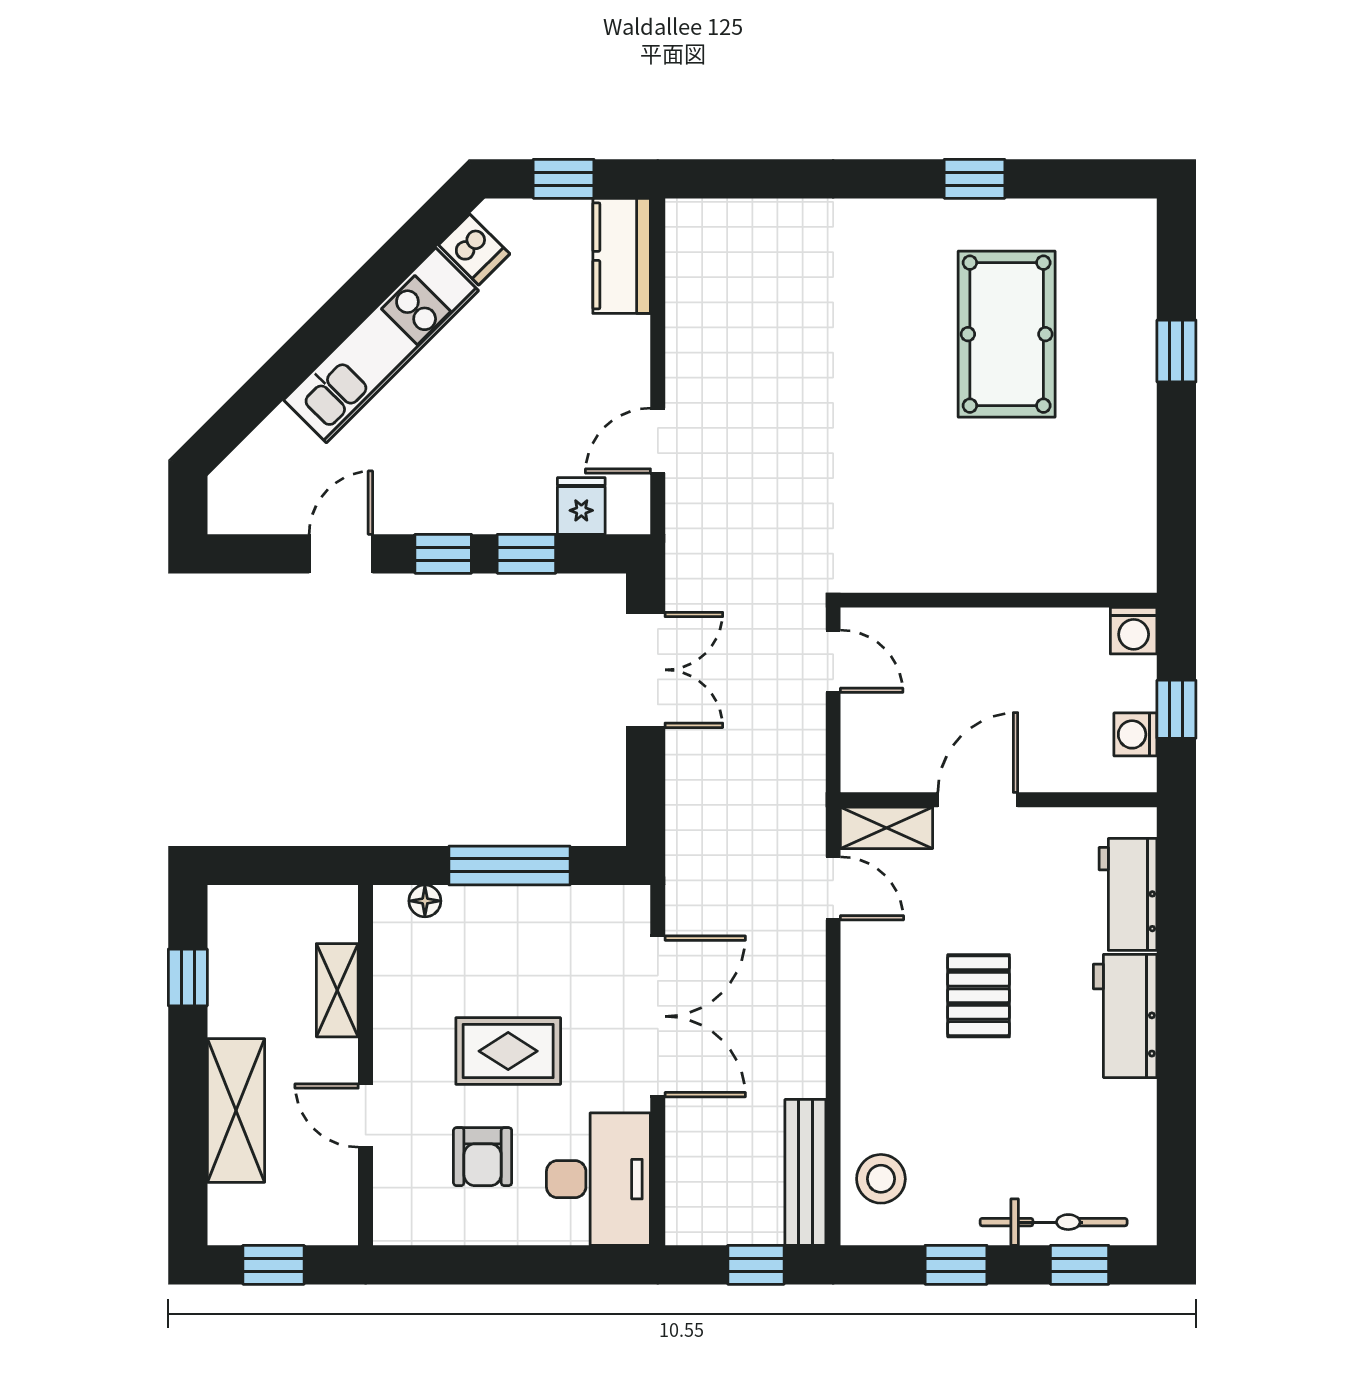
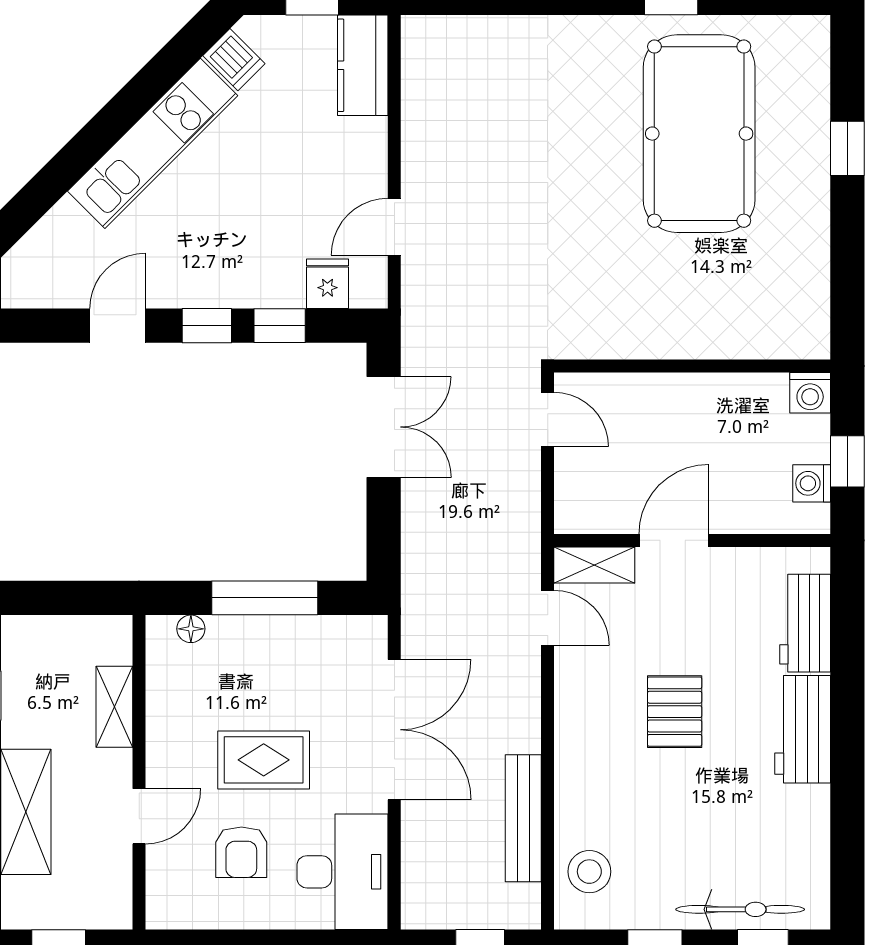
pool table: (1007, 334) -> (699, 134), width x1.36, depth x1.32
door: (366, 1115) -> (139, 816), swing flipped
bench: (805, 1172) -> (523, 818), moved

